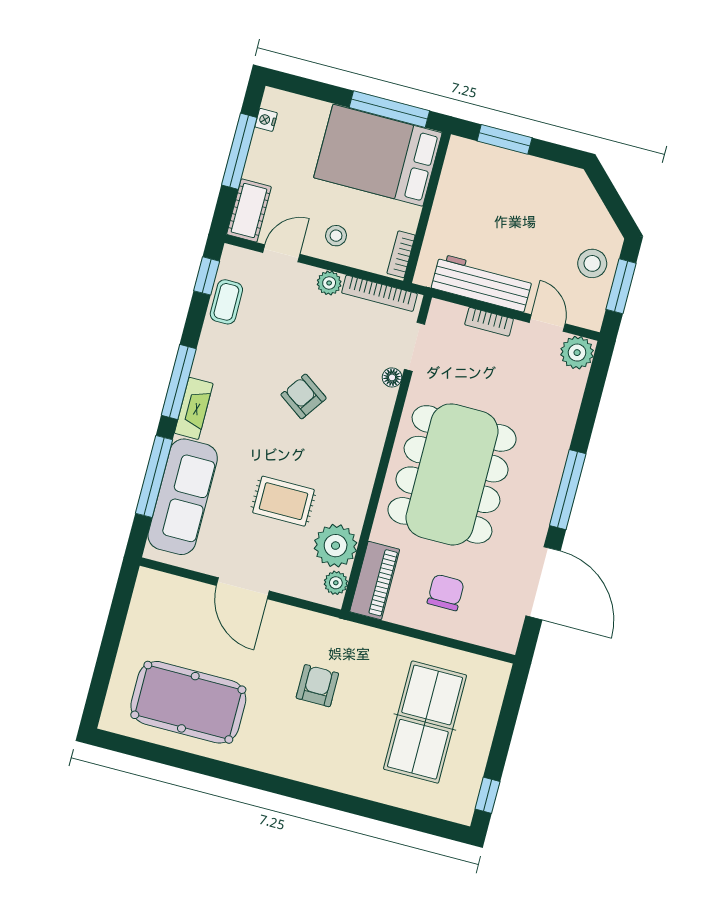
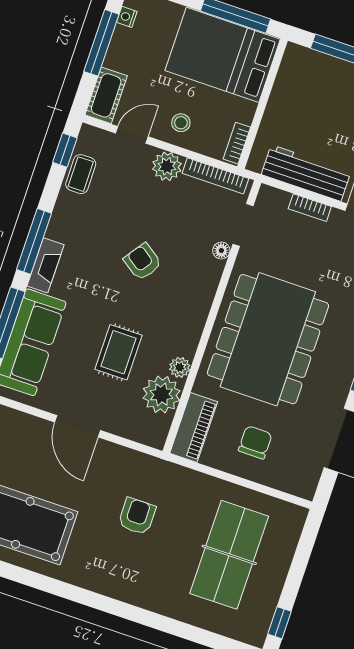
plant: (329, 283) -> (167, 166), width x1.38, depth x1.38
rug: (283, 501) -> (119, 352), turned 90
plant: (336, 583) -> (180, 367), moved

